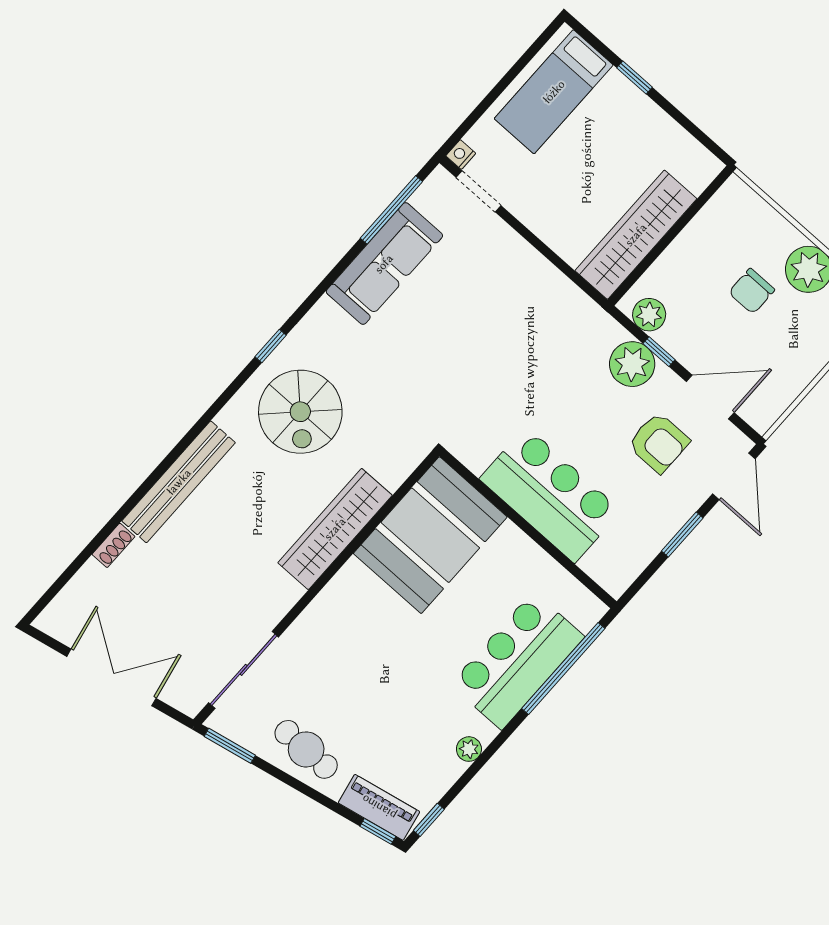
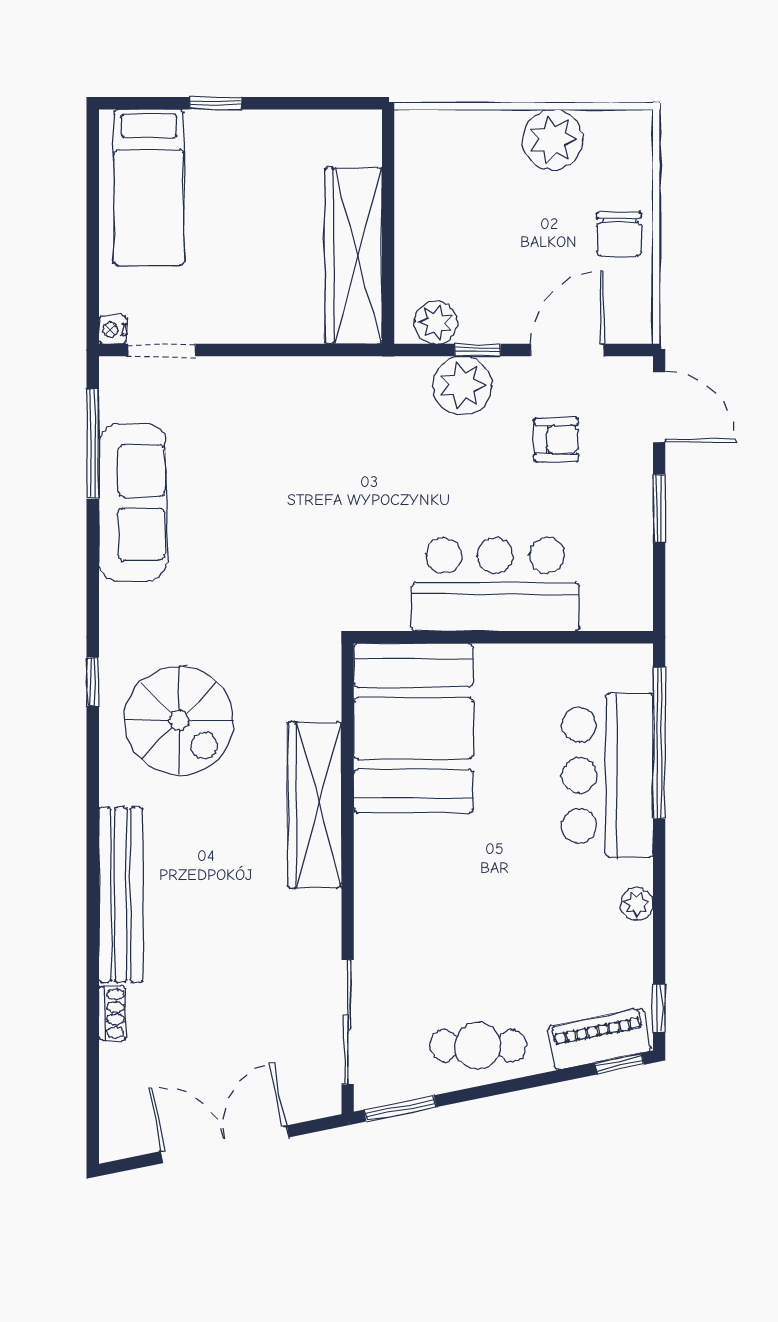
chair: (752, 291) -> (619, 234), moved
armchair: (659, 443) -> (556, 439), width x0.72, depth x0.72

